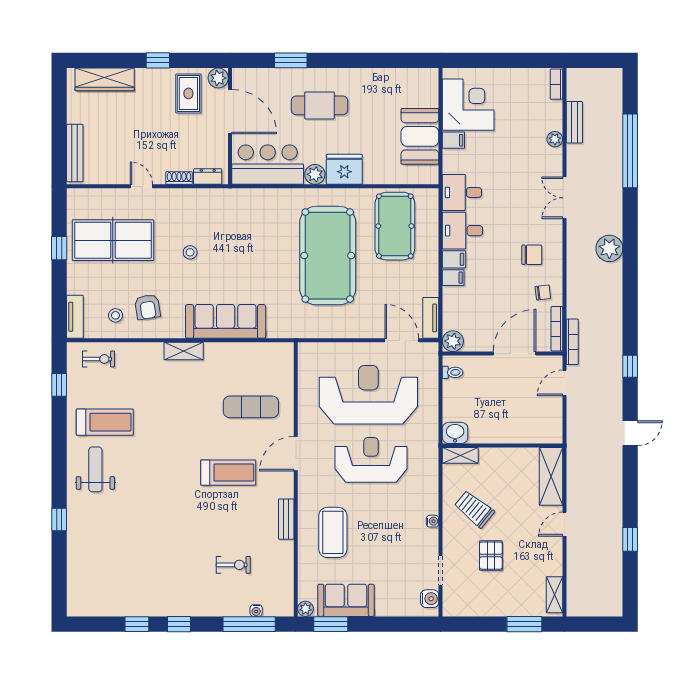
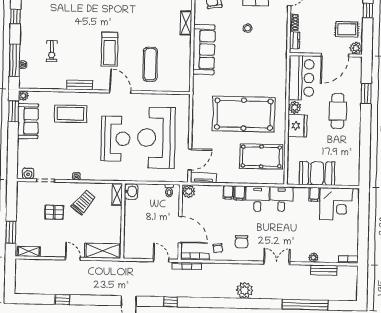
reception desk: (368, 395) -> (156, 138), turned 180

